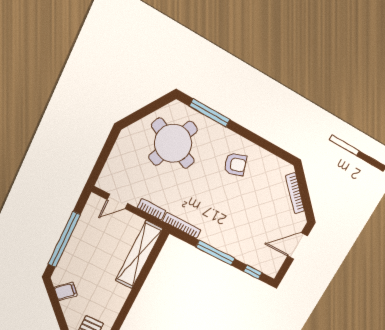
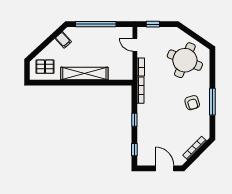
window: (210, 113) -> (212, 102), moved
window: (101, 162) -> (153, 24), added
window: (215, 253) -> (134, 120), width x0.46
shelving: (139, 255) -> (84, 73), moved

